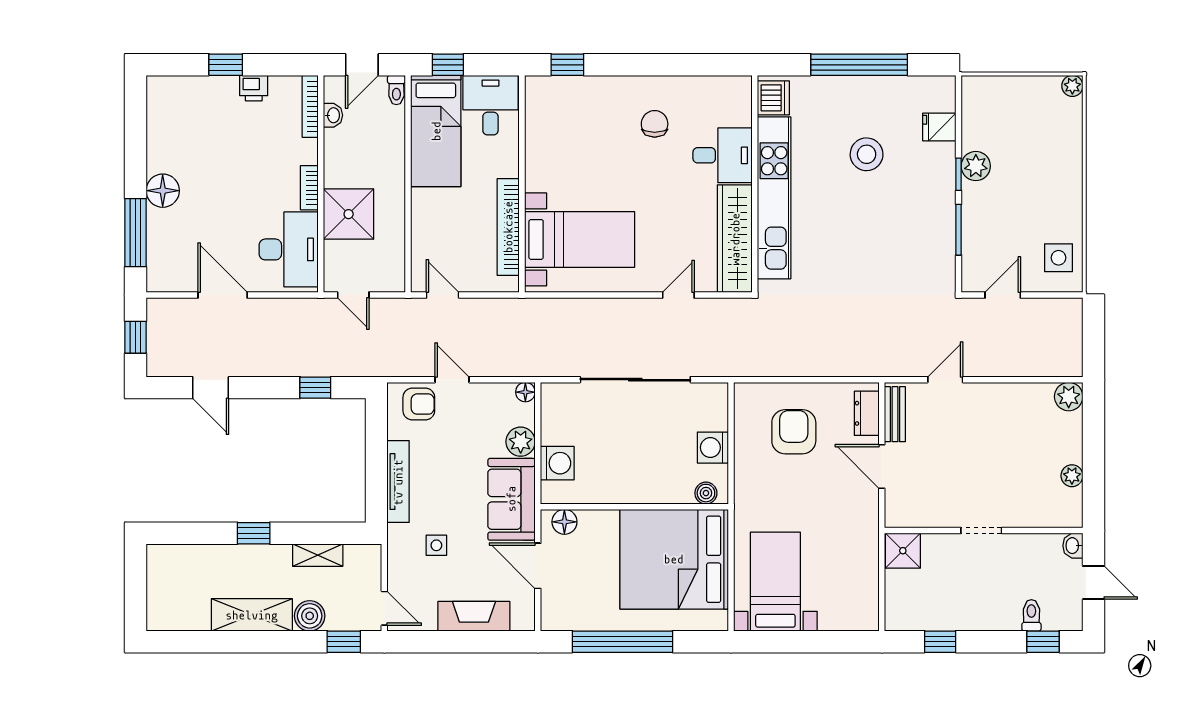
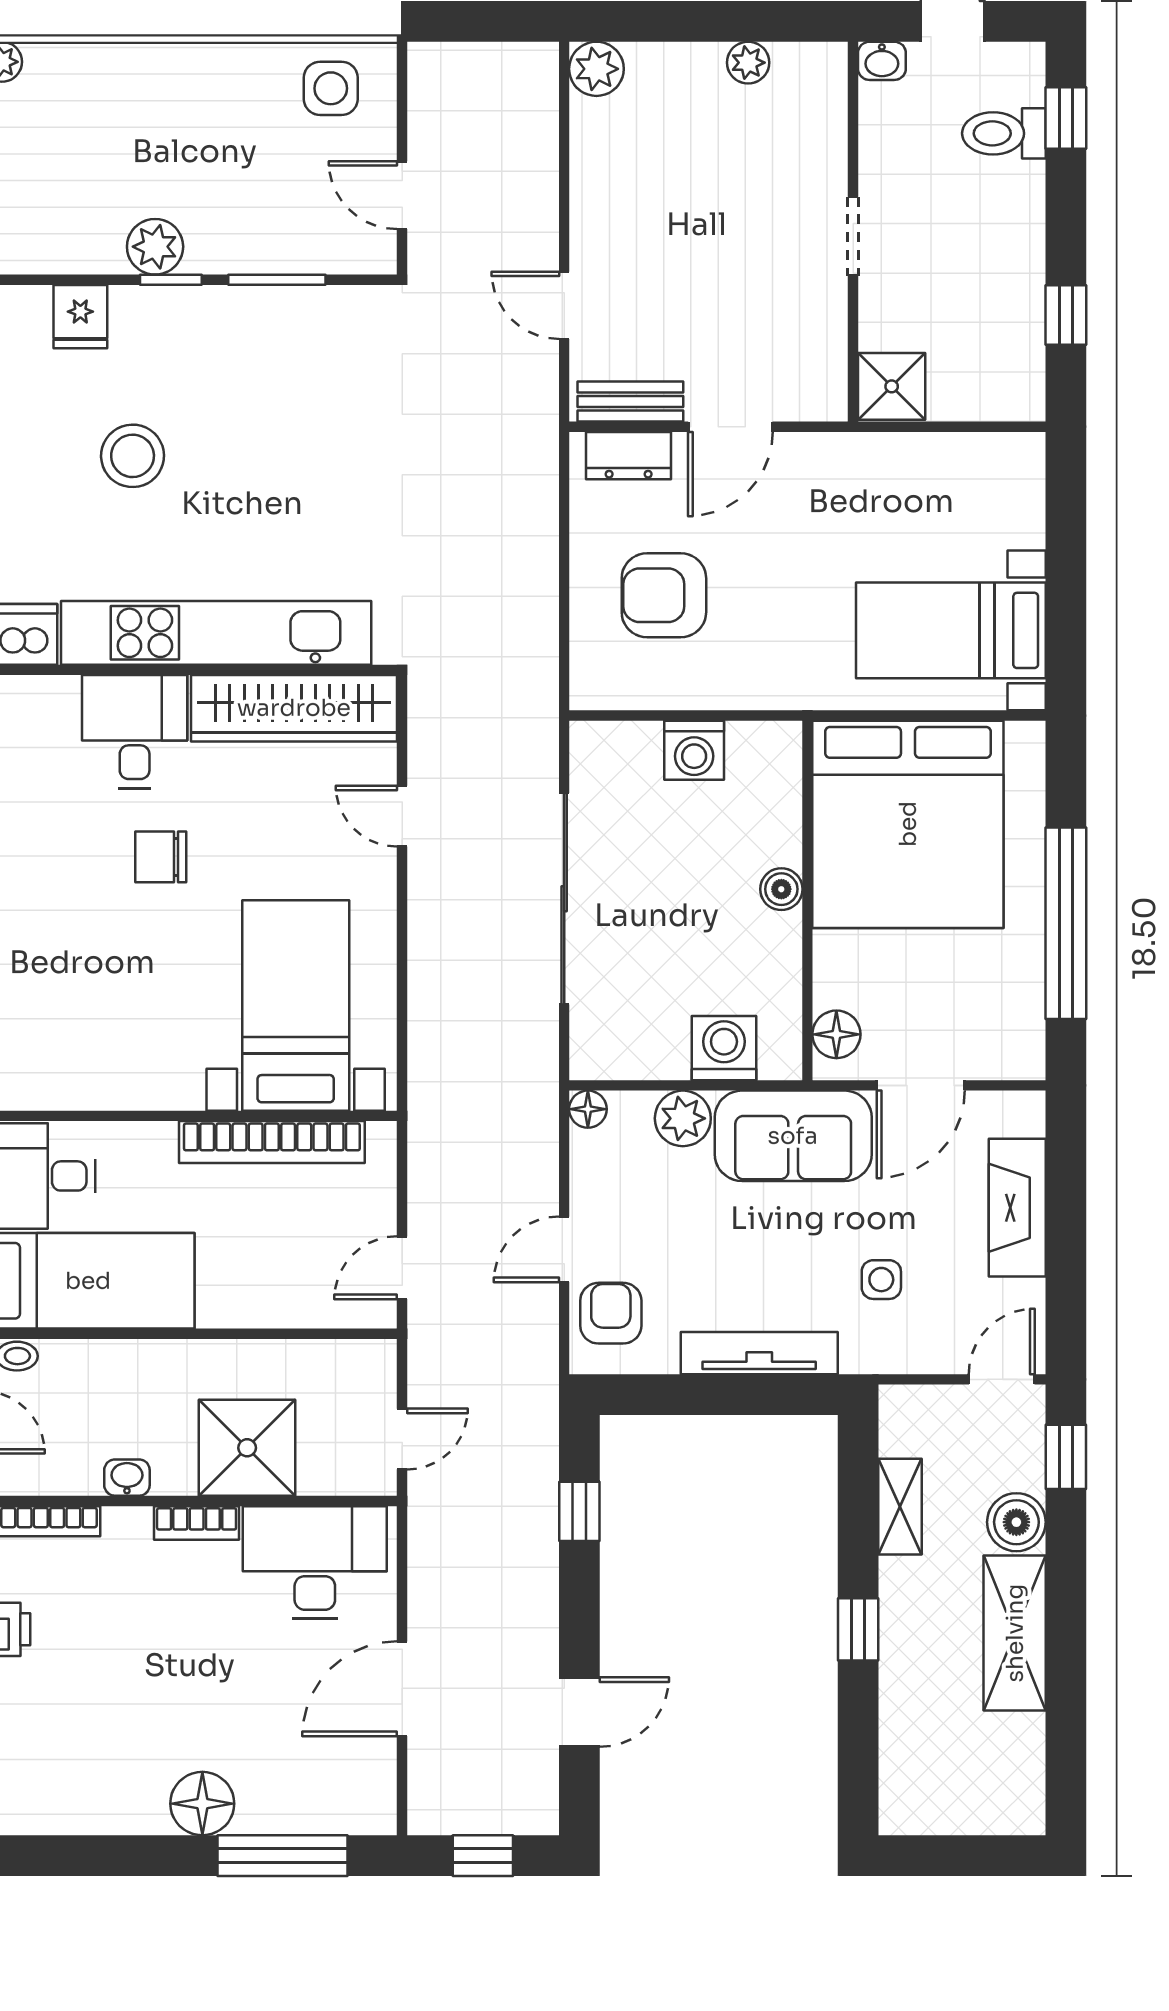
washbasin: (333, 115) -> (127, 1478), moved
chair: (655, 124) -> (161, 857), moved
boiler: (706, 493) -> (781, 889), moved
toilet: (1031, 615) -> (1004, 133), width x1.37, depth x1.39

